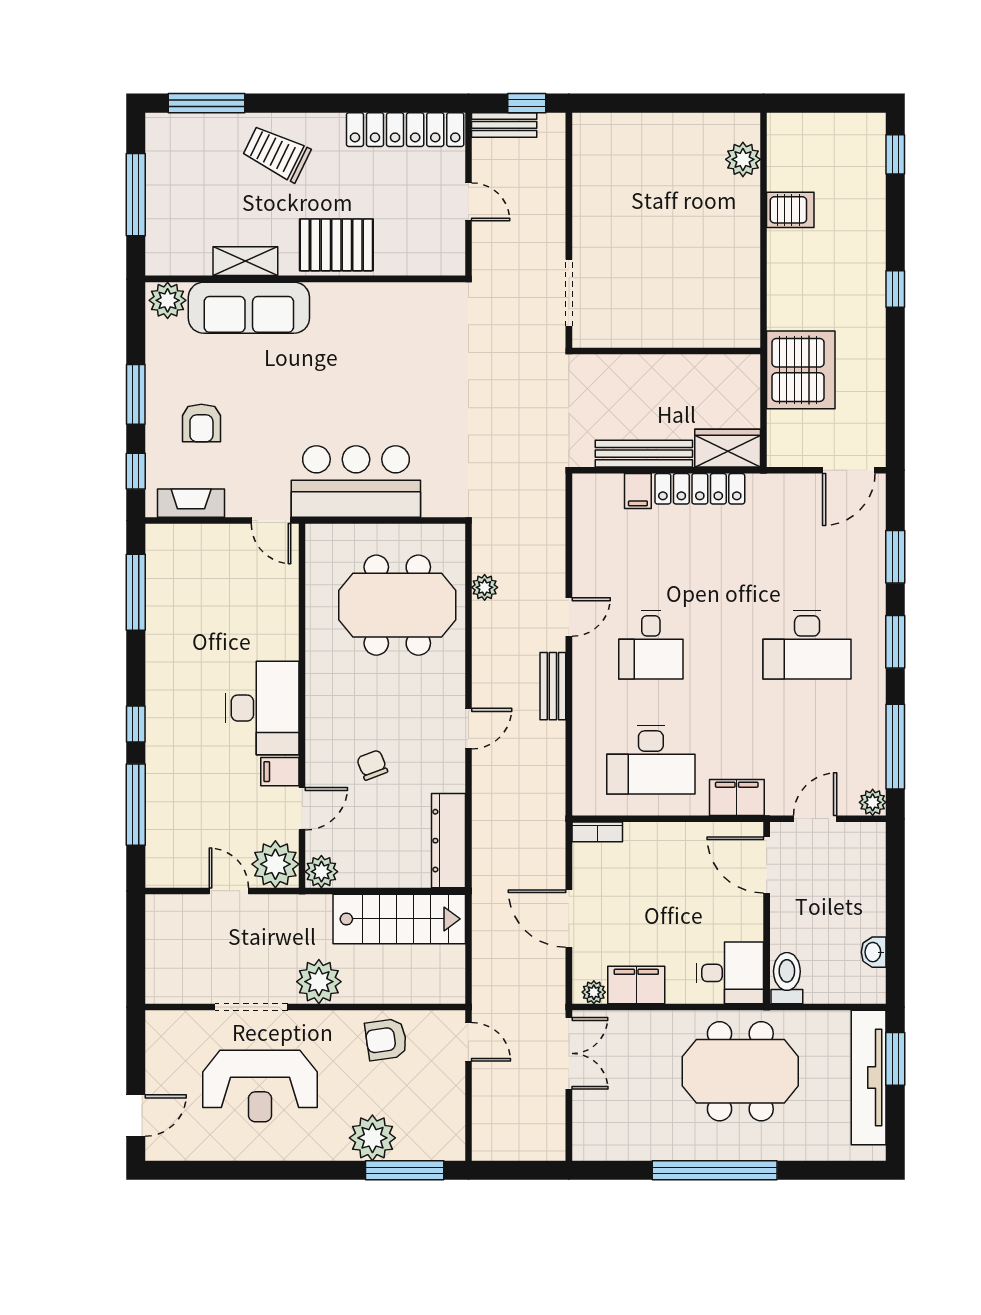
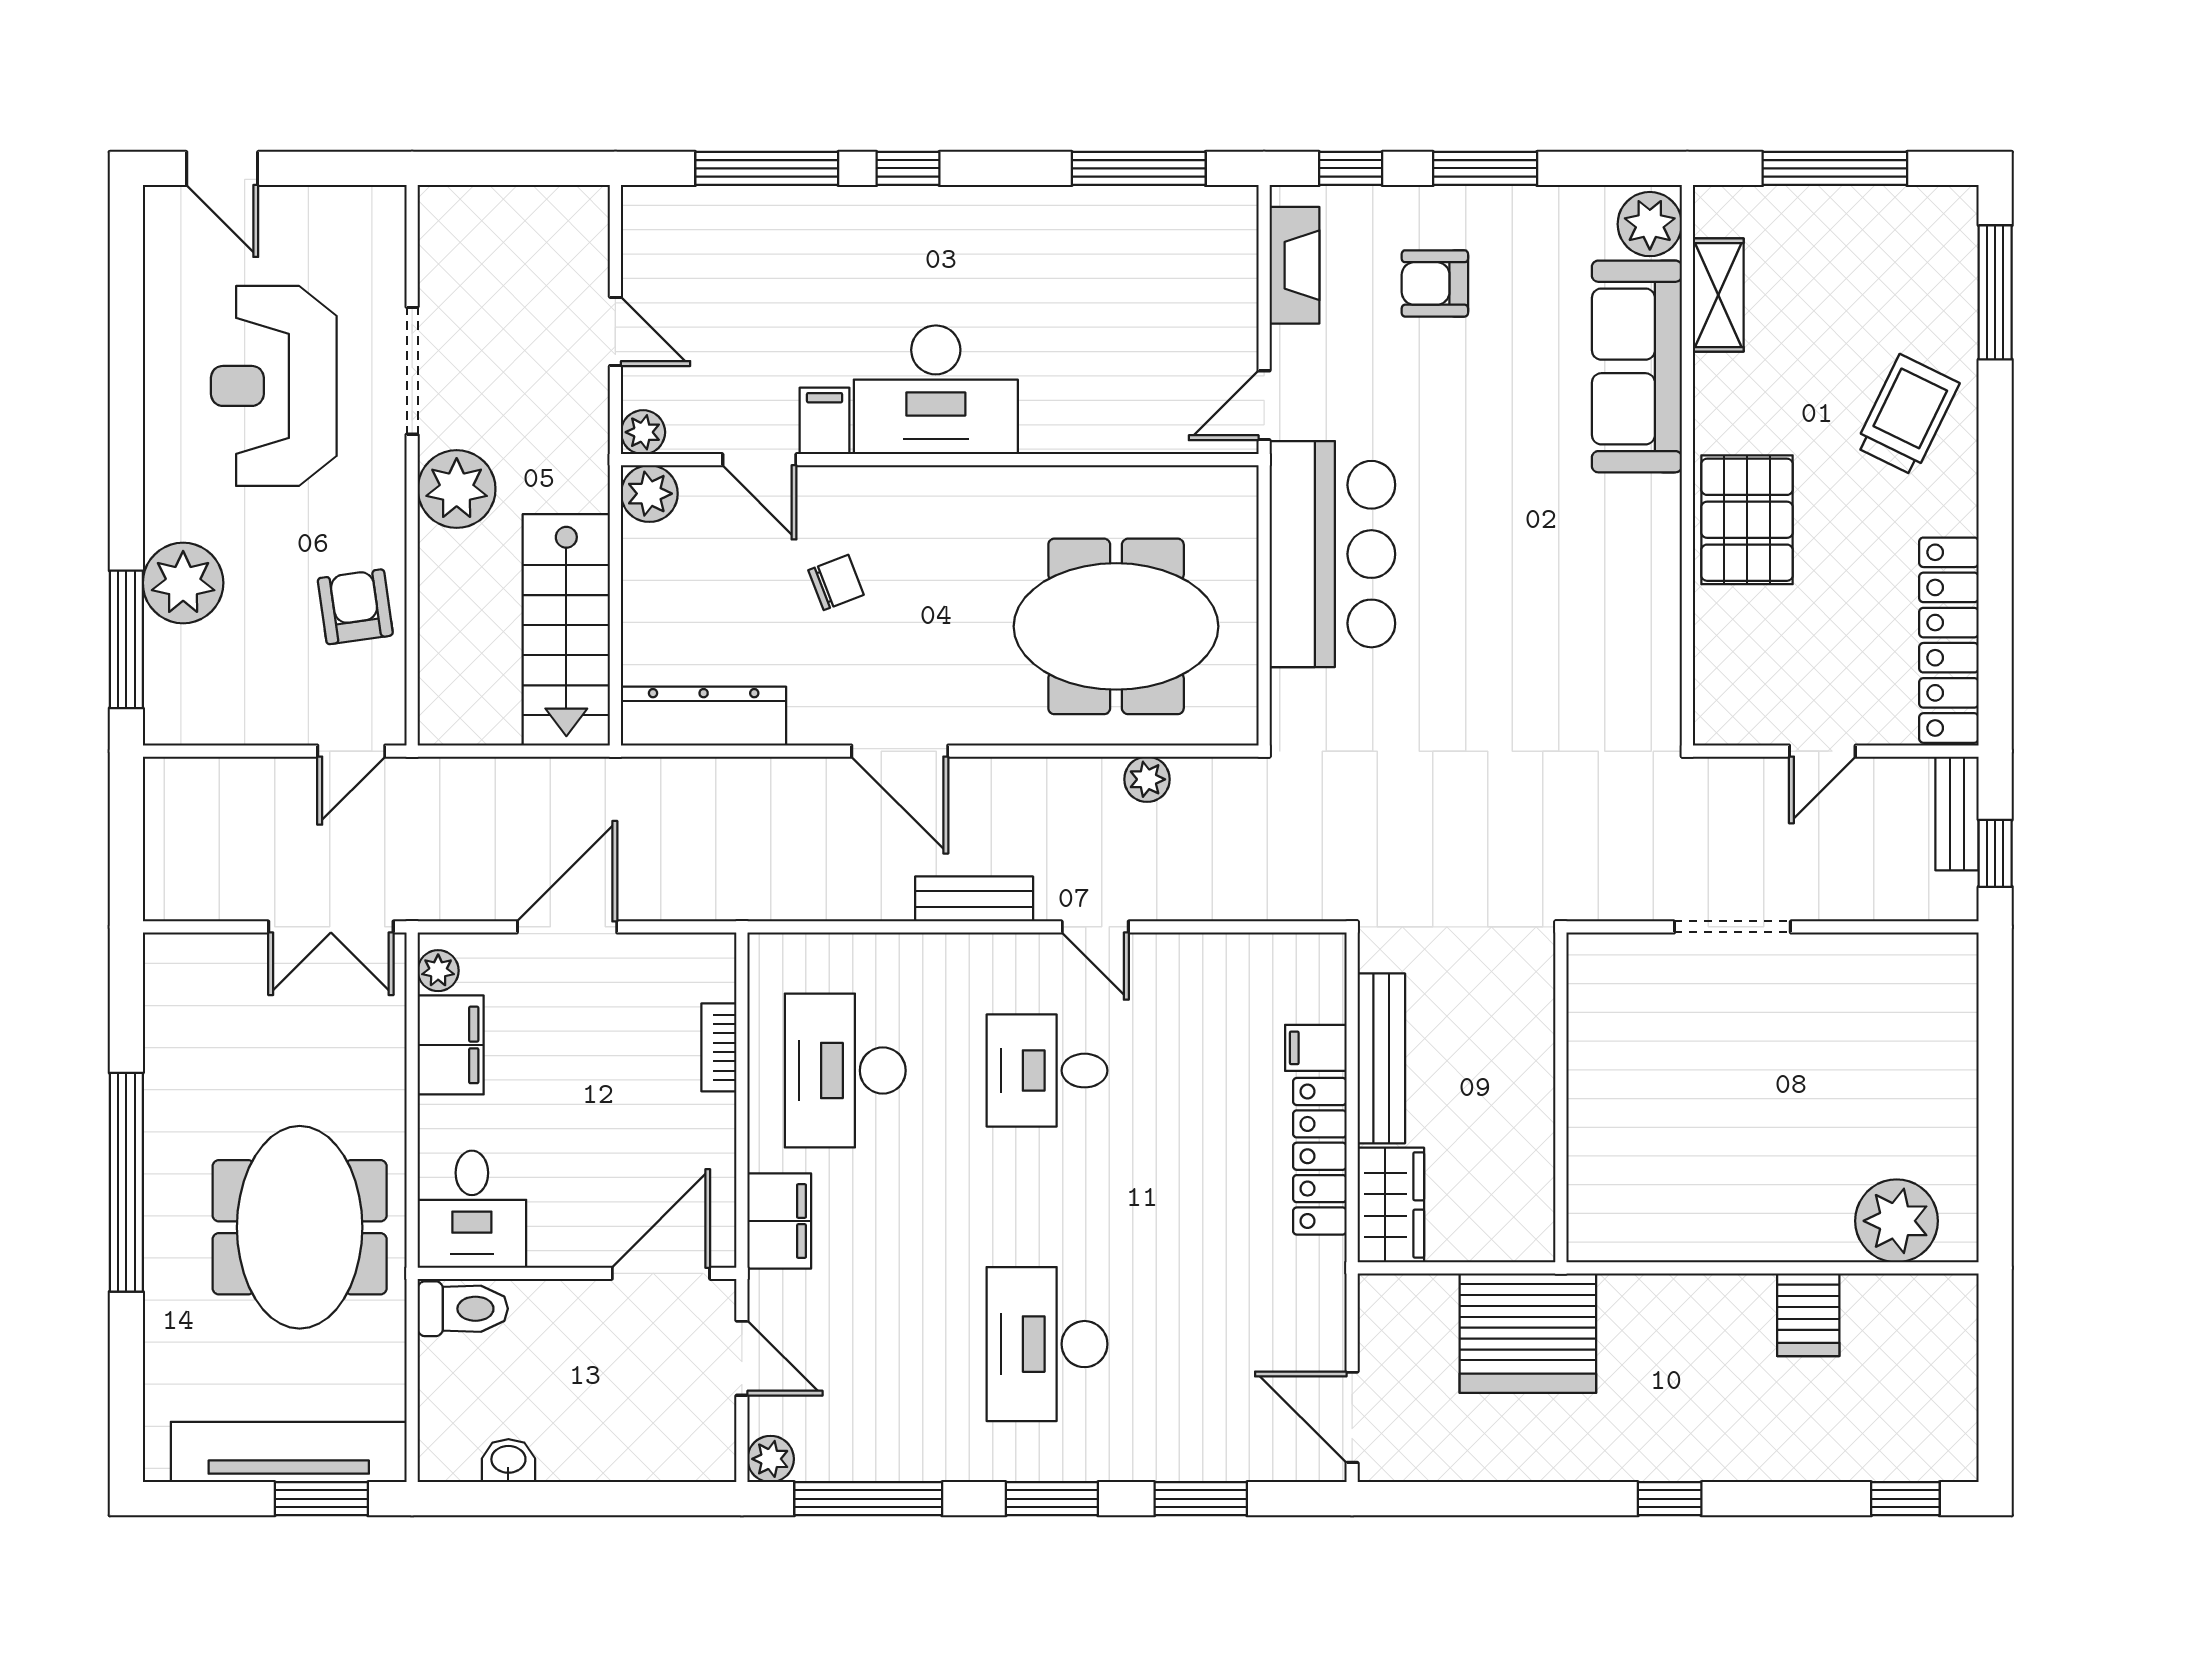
plant: (743, 159) -> (1897, 1221), width x1.36, depth x1.36
shelving: (245, 261) -> (1718, 295), moved
doorway: (569, 293) -> (1732, 927), moved
meeting table: (397, 605) -> (1116, 626), turned 90
door: (468, 729) -> (900, 751), width x1.38
bookcase: (597, 832) -> (719, 1047), moved
plant: (275, 864) -> (643, 432), width x0.53, depth x0.53
door: (229, 891) -> (615, 331), hinge flipped

